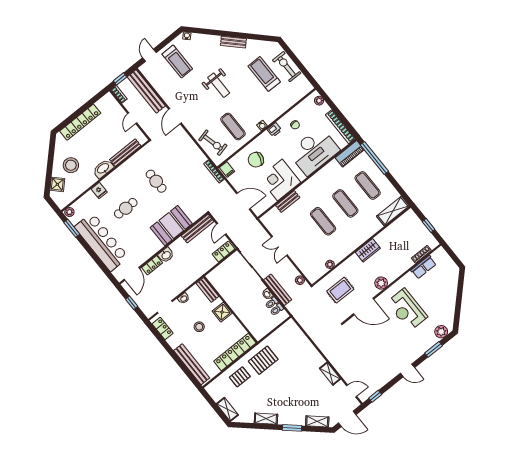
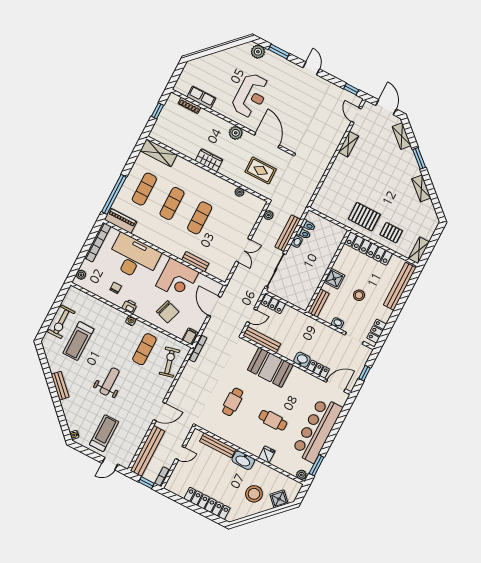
shelving: (227, 409) -> (419, 250), moved

